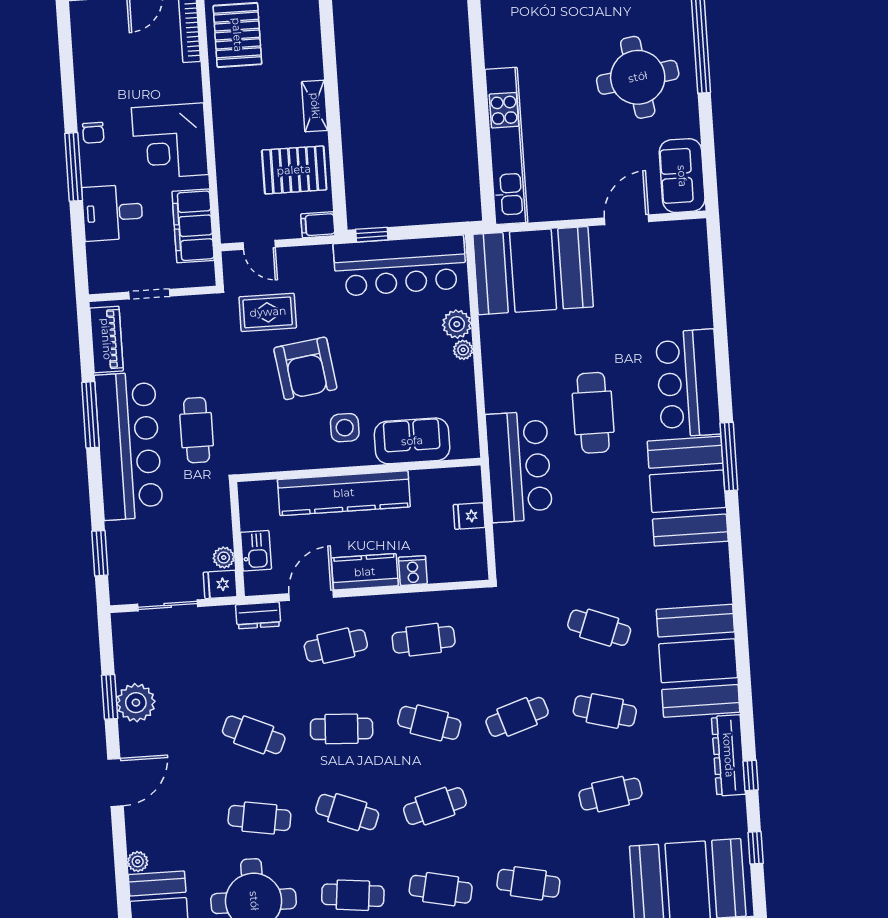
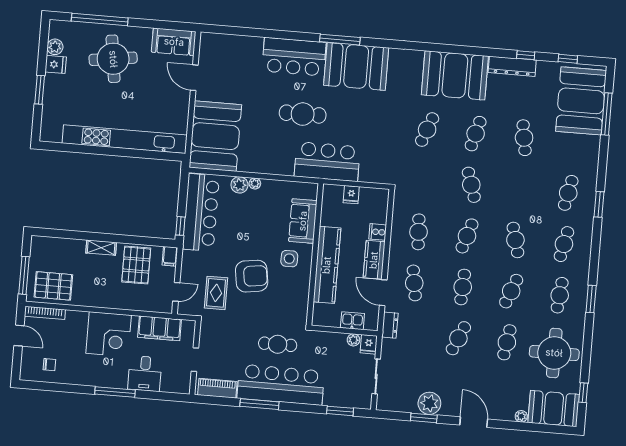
chair: (93, 133) -> (49, 365), moved
kitchen unit: (506, 146) -> (125, 139), width x1.36

